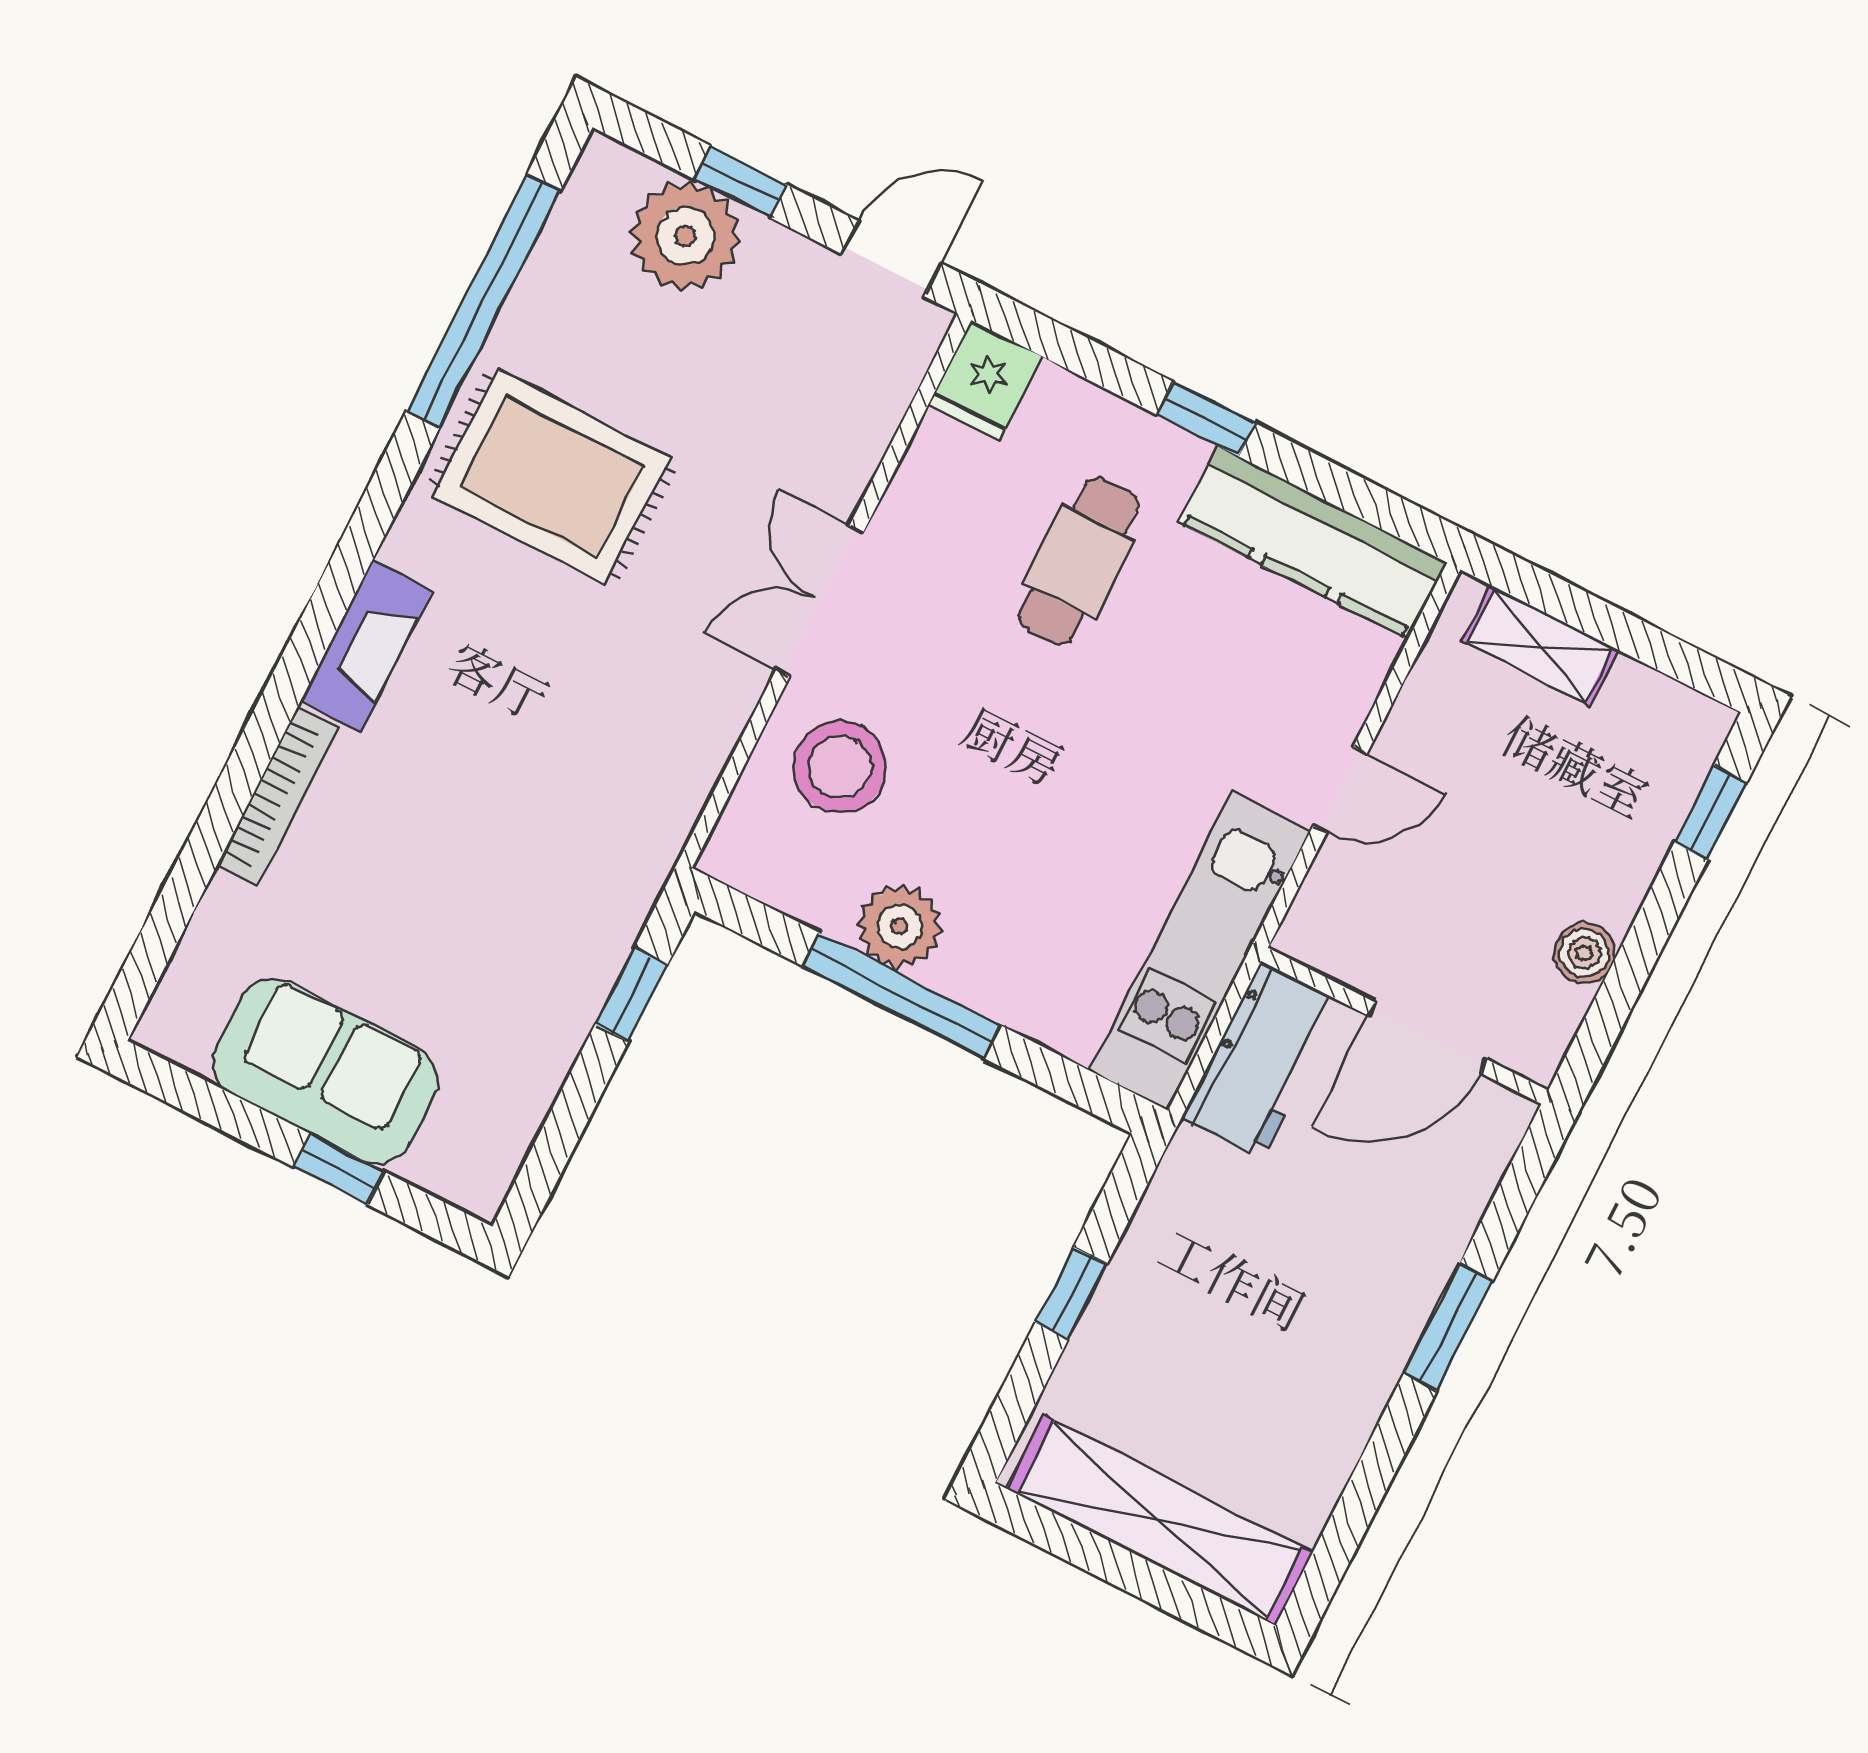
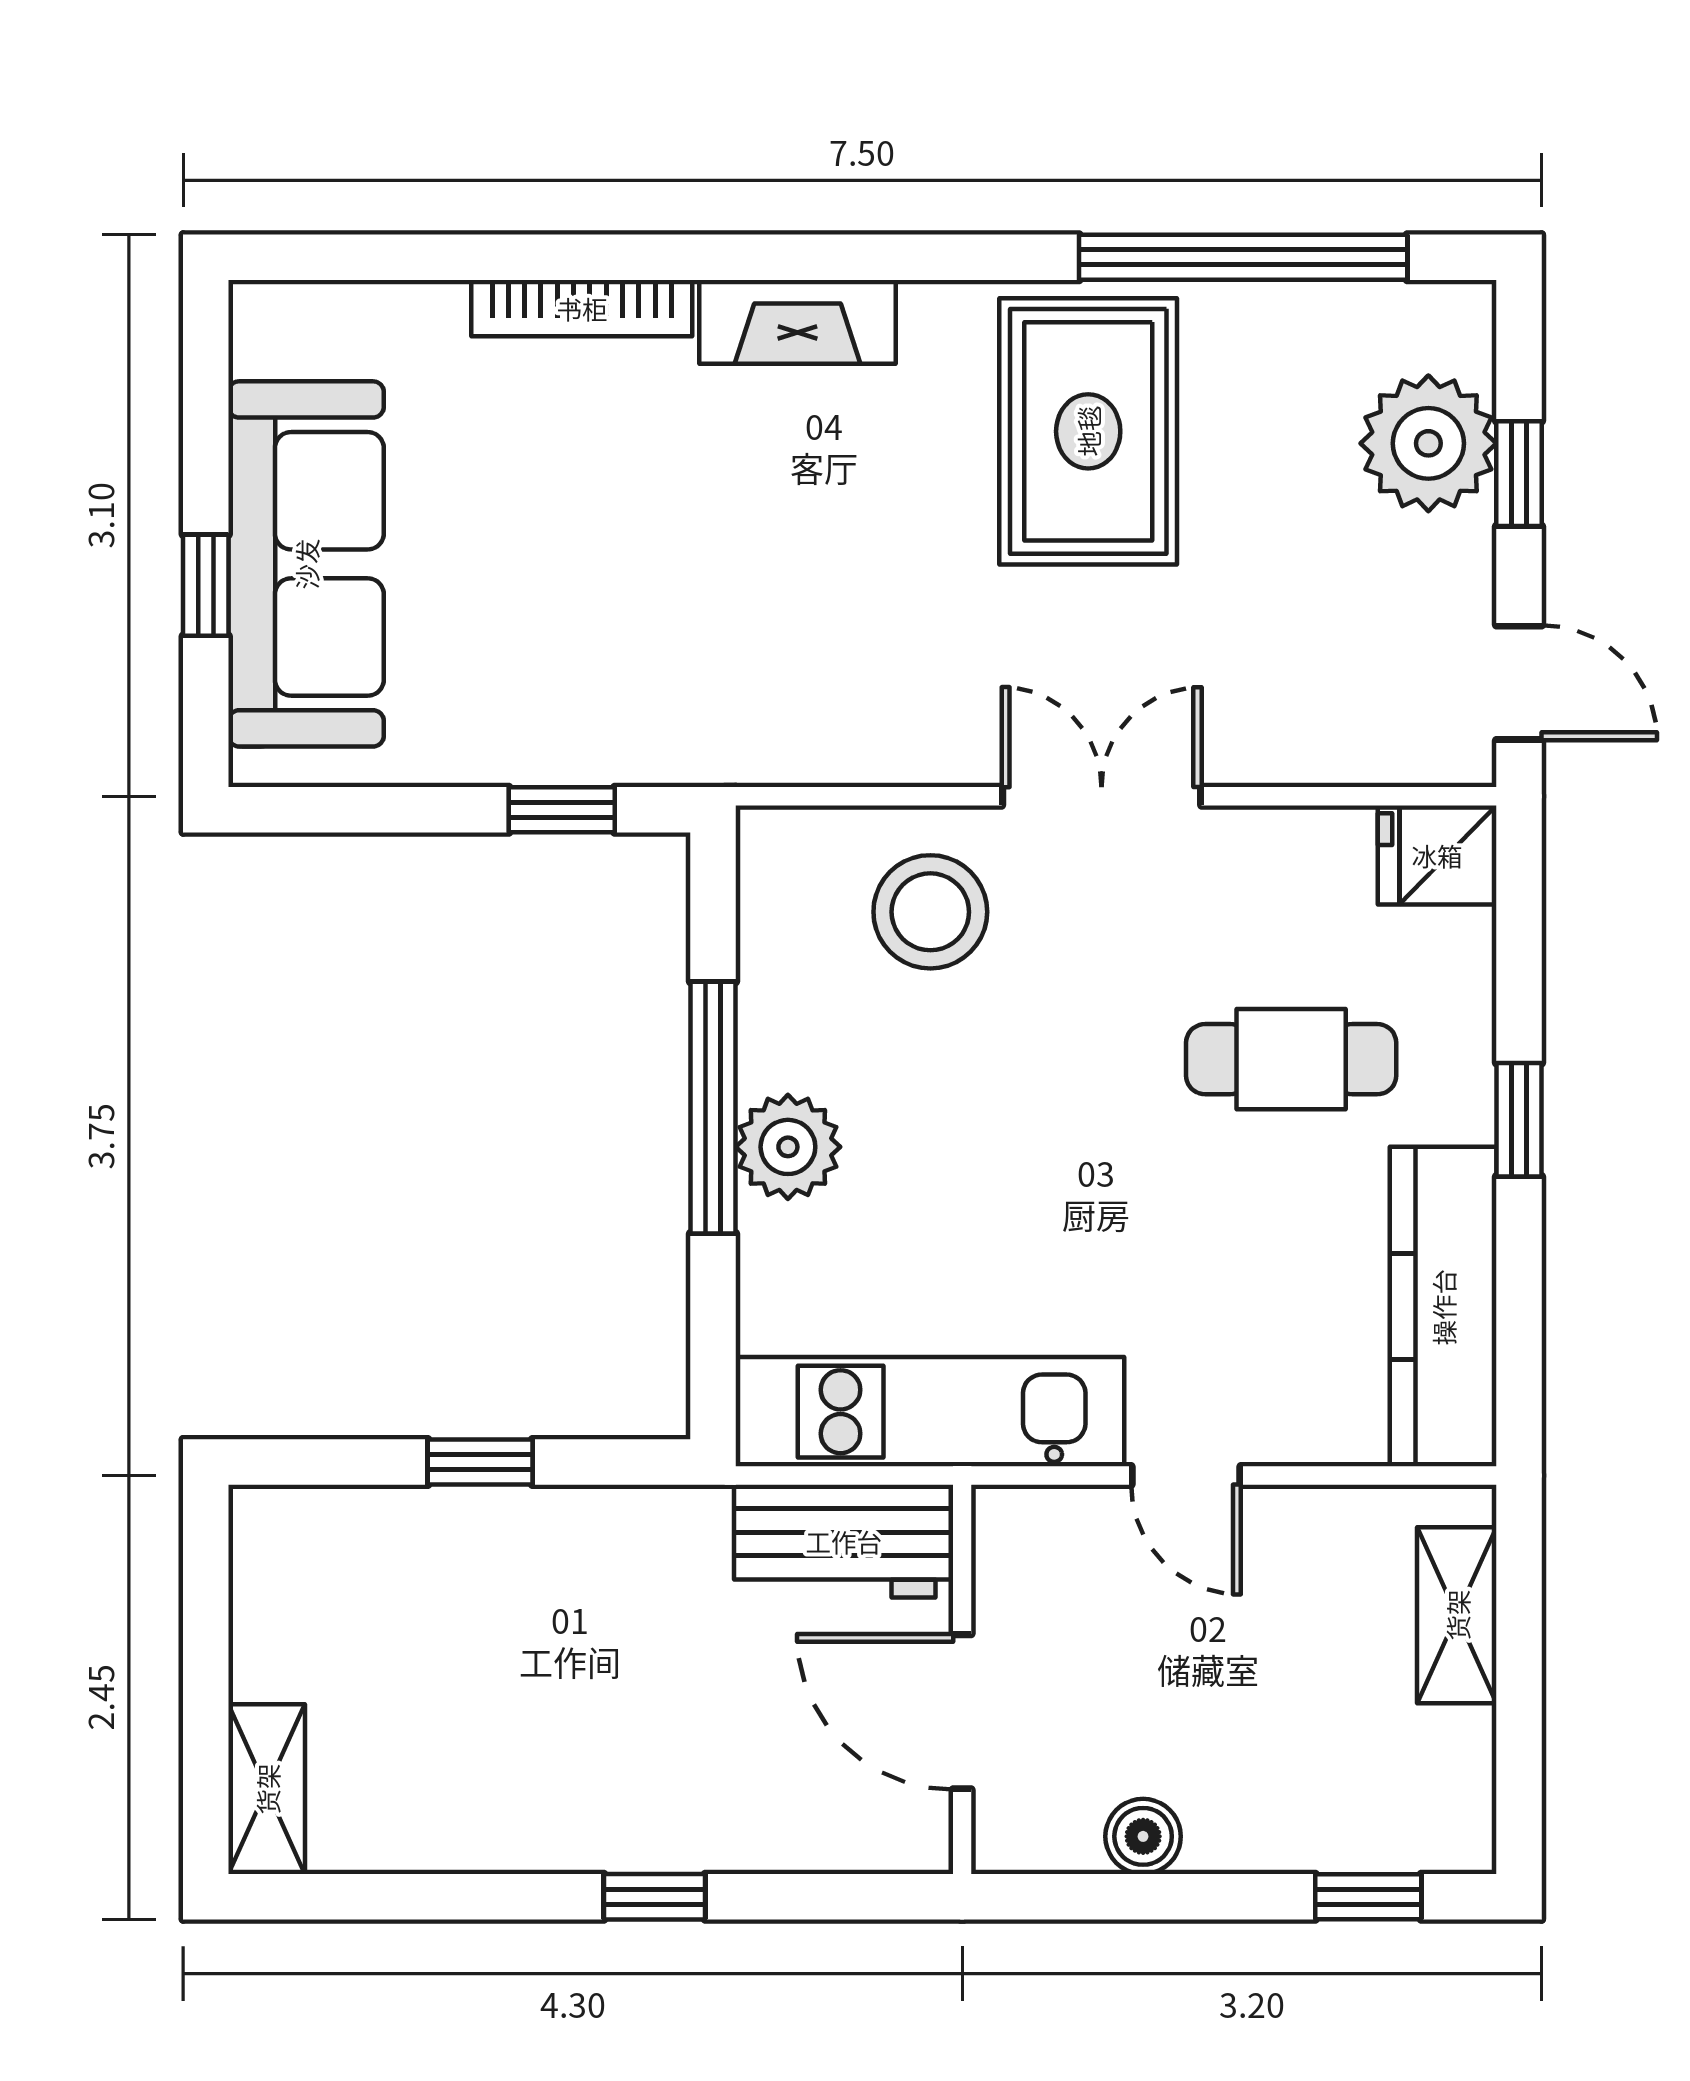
plant: (899, 926) -> (788, 1147), moved
sofa: (325, 1071) -> (306, 564), width x1.36
window: (1448, 1327) -> (654, 1897), width x0.67
shelving: (1160, 1521) -> (267, 1789), width x0.45, depth x0.75

